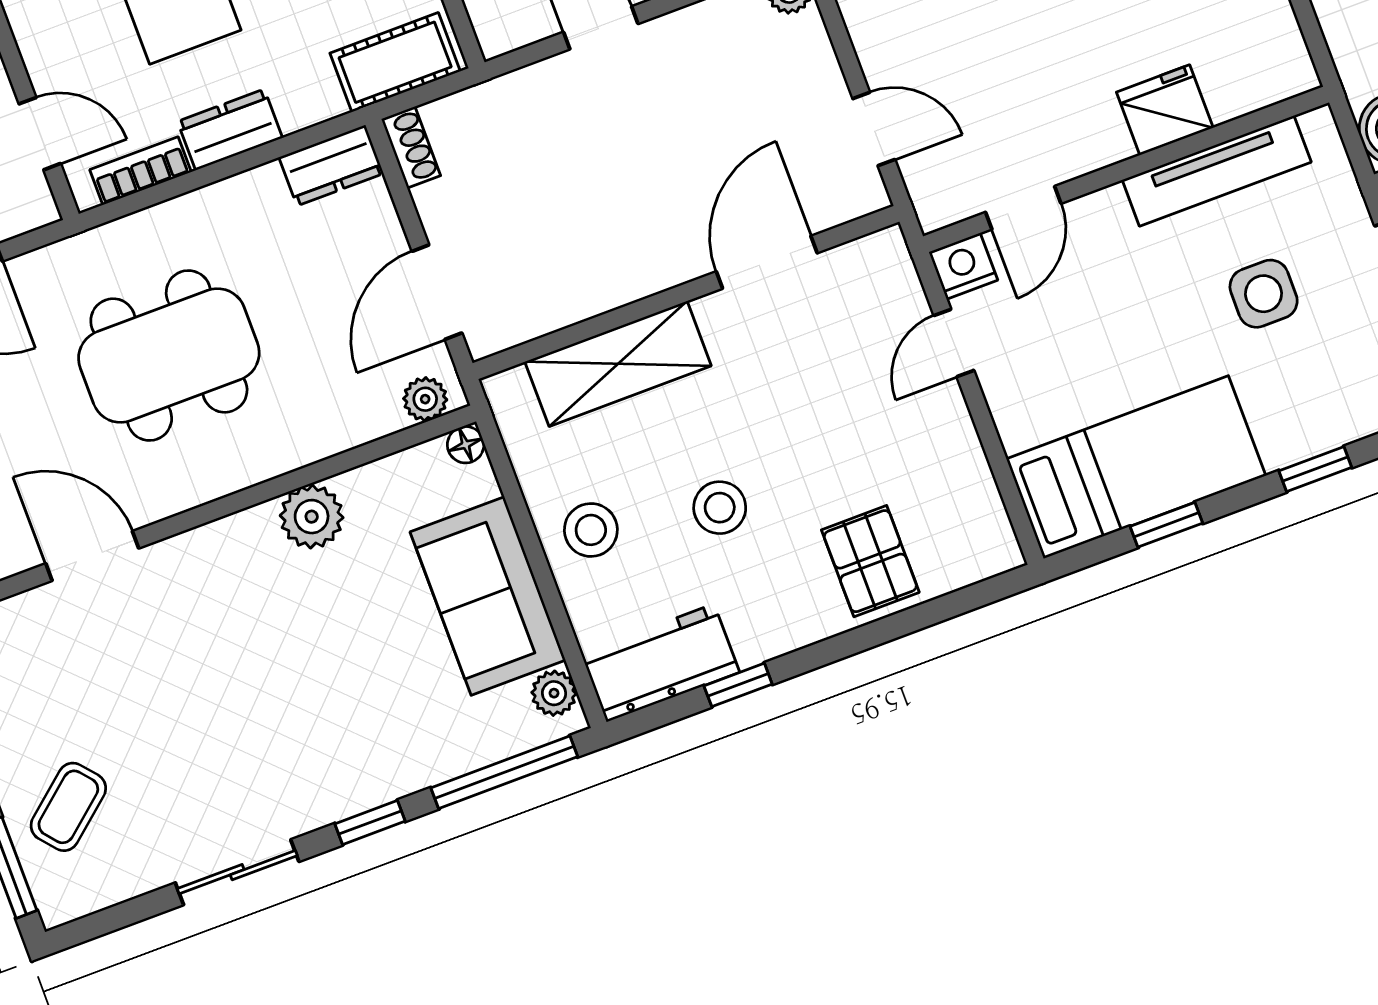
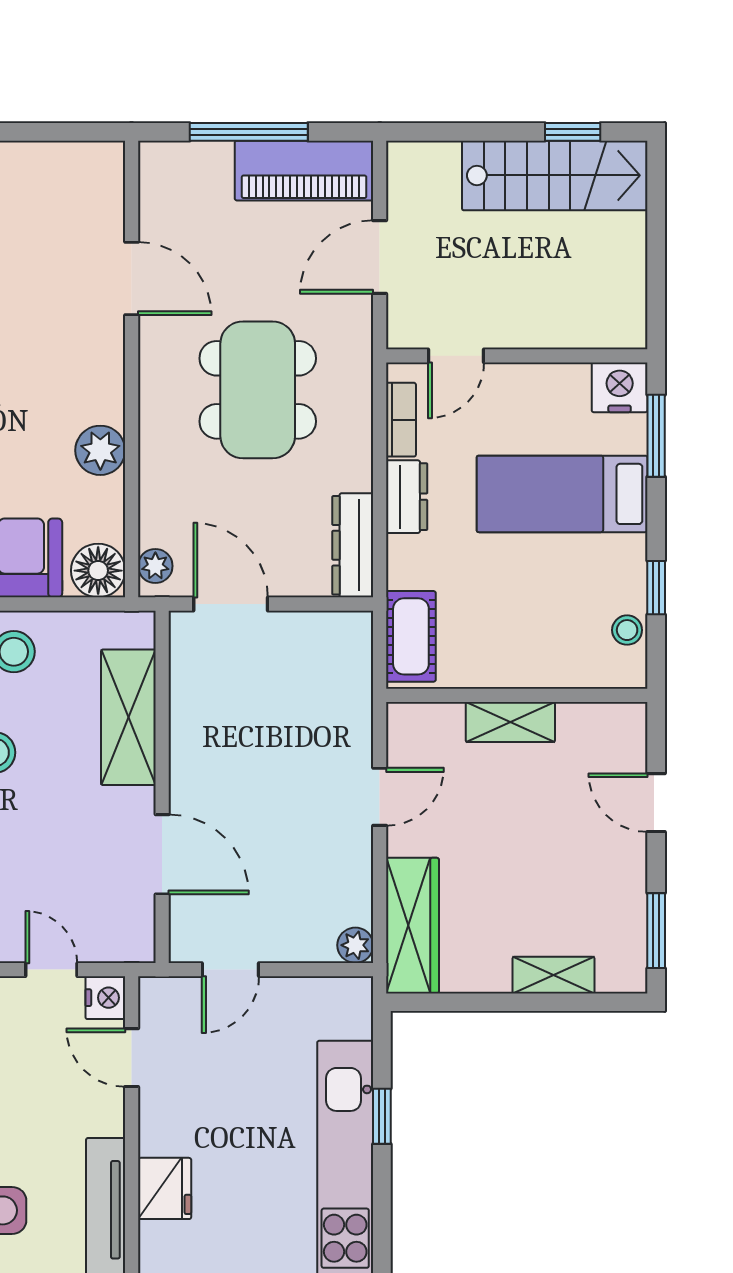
shoe rack: (411, 147) -> (344, 625), removed
dresser: (331, 165) -> (353, 545), width x1.44
floor lamp: (466, 445) -> (98, 571), width x1.89, depth x1.89
door: (92, 556) -> (132, 279), hinge flipped

